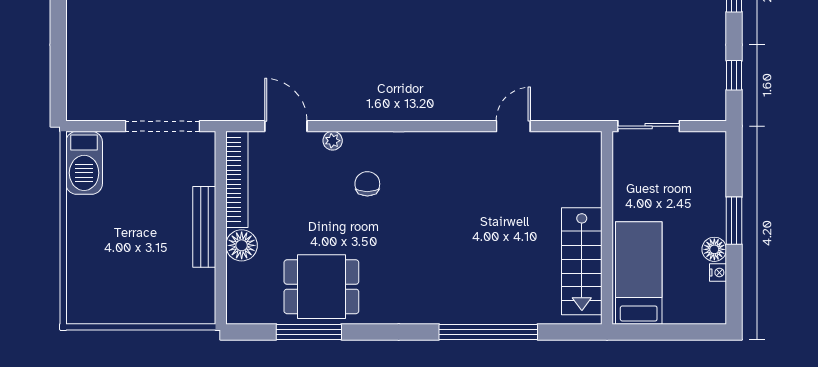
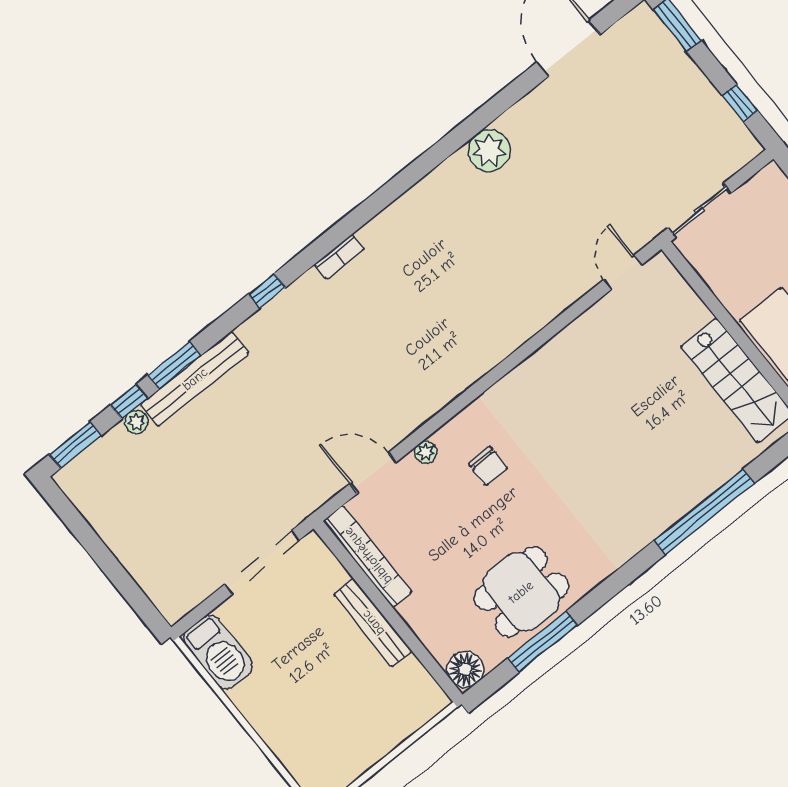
door: (513, 126) -> (623, 272), moved
chair: (367, 184) -> (488, 466), turned 180
floor lamp: (242, 245) -> (465, 669), moved

